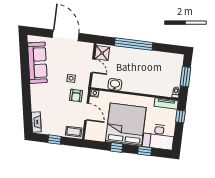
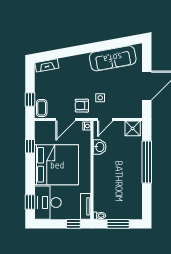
door: (92, 66) -> (105, 120), moved
window: (55, 140) -> (30, 99), moved
window: (116, 147) -> (30, 146), moved
window: (145, 151) -> (30, 202), moved

